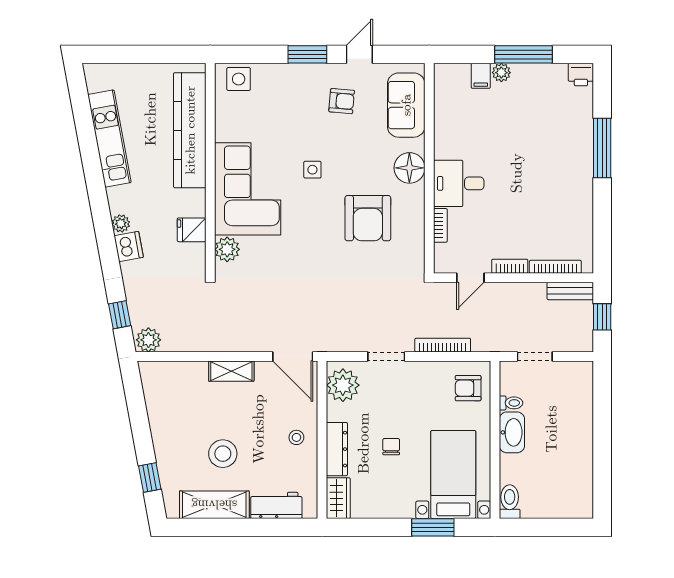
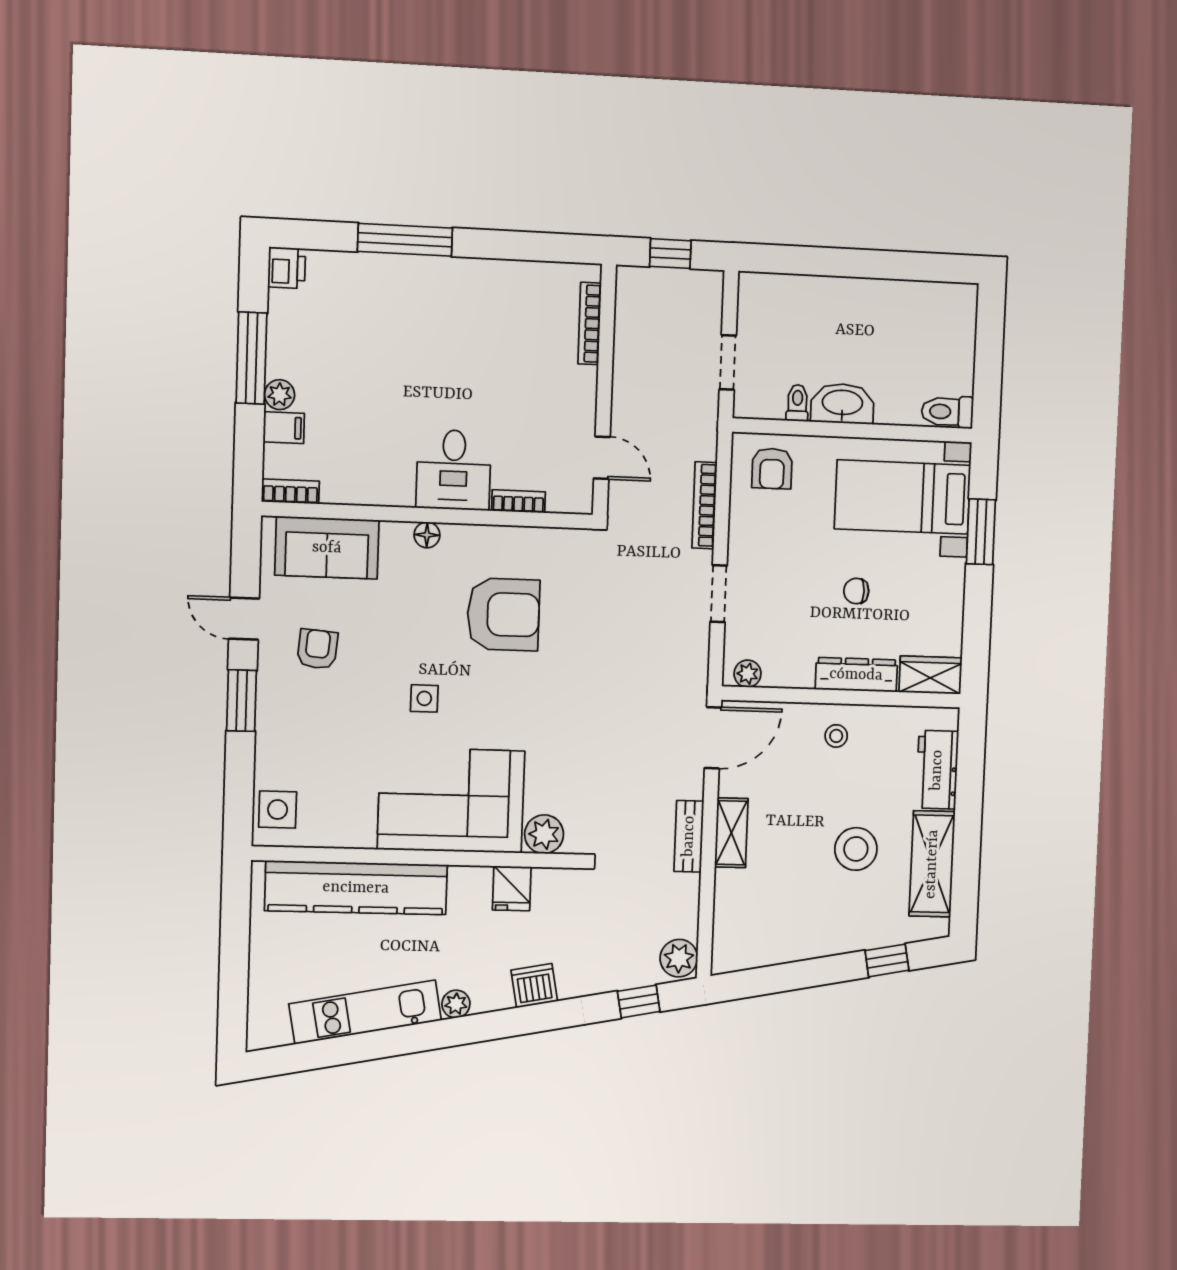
floor lamp: (409, 168) -> (427, 535), width x0.53, depth x0.53
plant: (121, 223) -> (456, 1004), moved
bookcase: (510, 266) -> (290, 491), moved, turned 90
bench: (570, 291) -> (689, 836), moved
plant: (343, 385) -> (748, 674), width x0.53, depth x0.53

